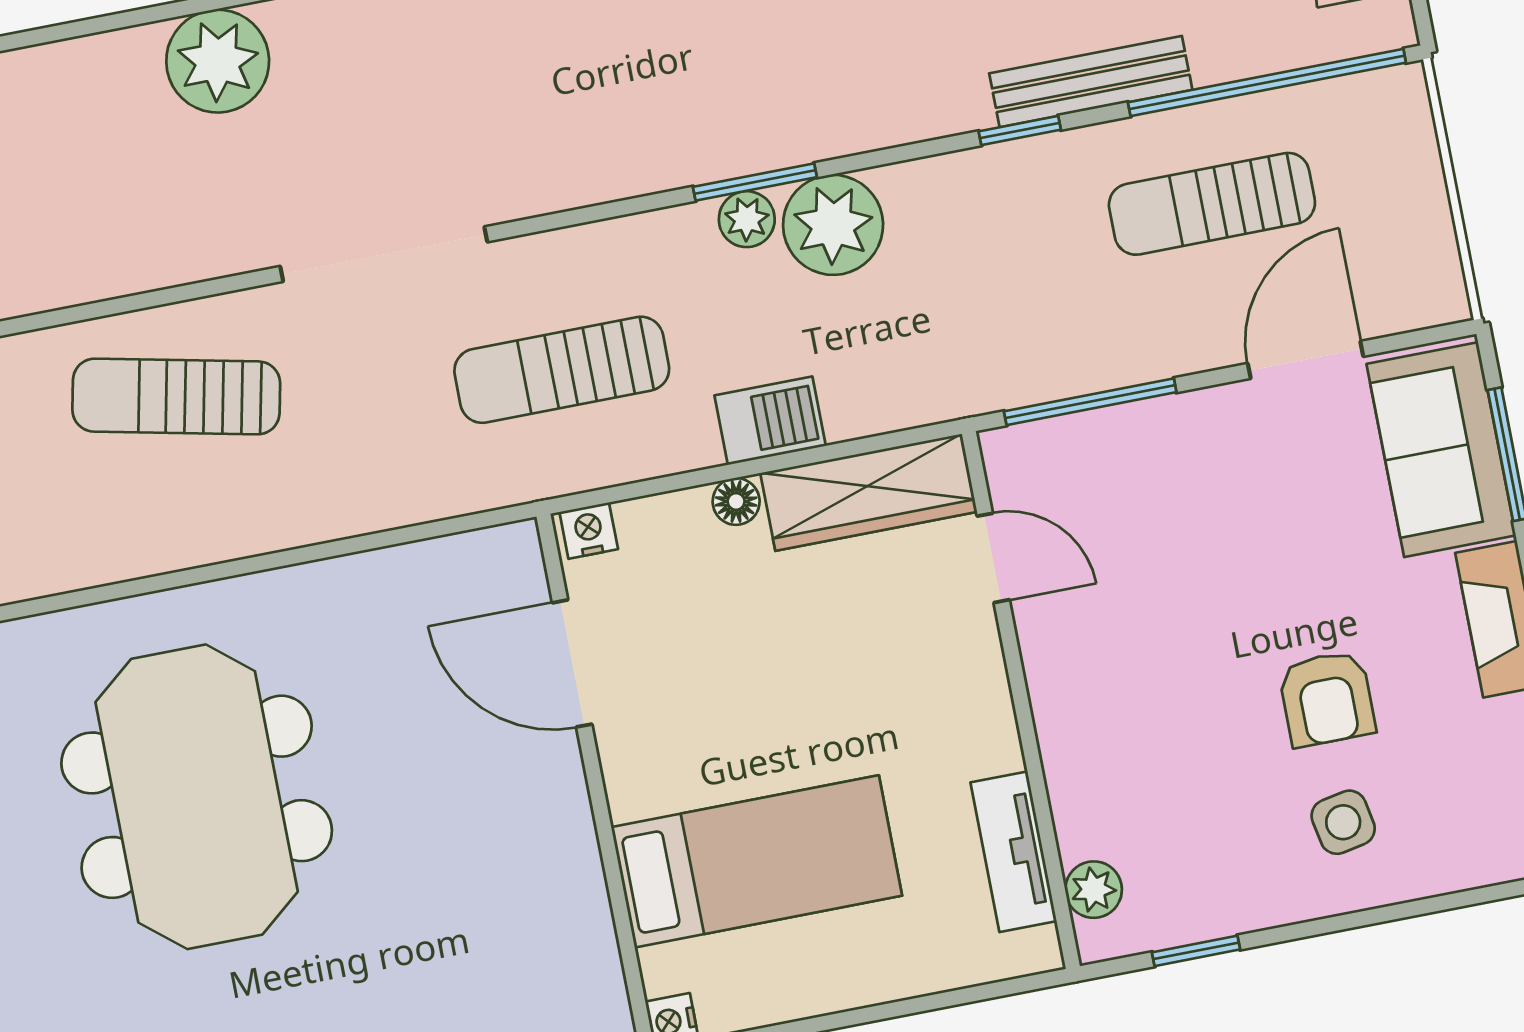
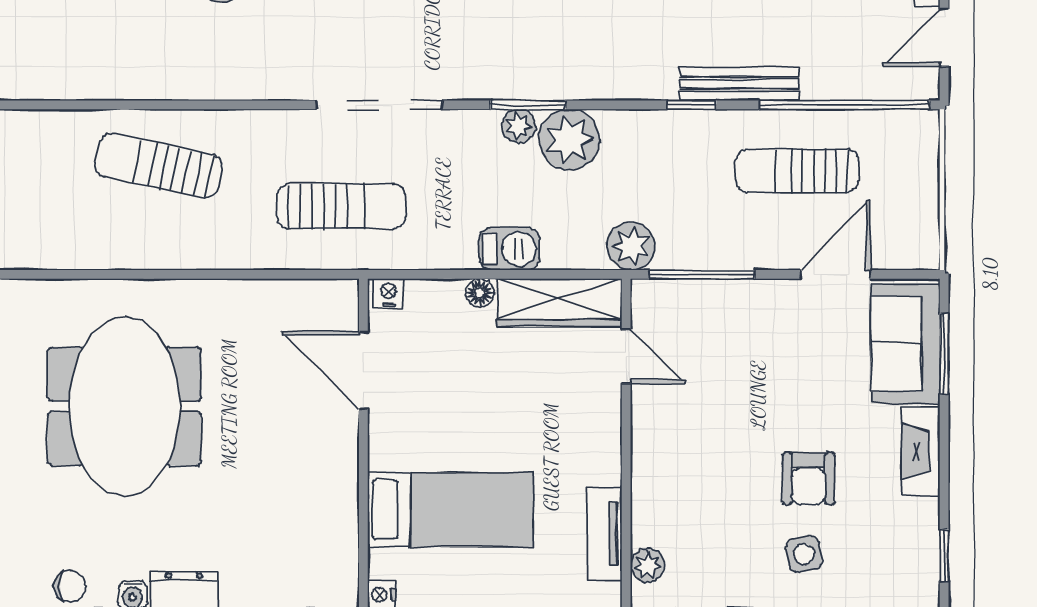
doorway: (384, 254) -> (379, 105), moved
sun lounger: (562, 370) -> (341, 206), moved, turned 180
plant: (966, 378) -> (631, 246), added

